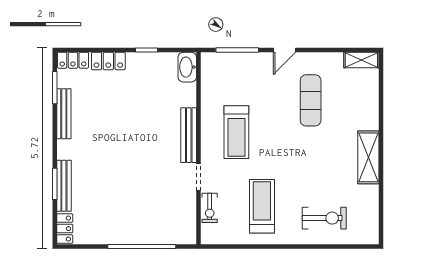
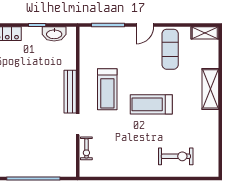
washbasin: (187, 67) -> (54, 34), moved, turned -90
exercise mat: (311, 100) -> (170, 49), moved
shelving: (368, 157) -> (210, 89), moved
treadmill: (262, 206) -> (151, 104), moved, turned -90

